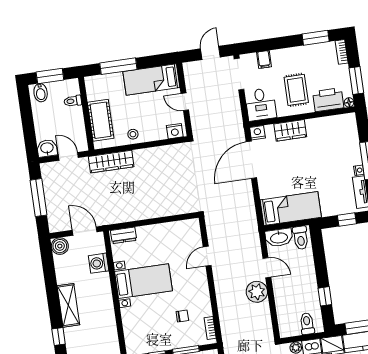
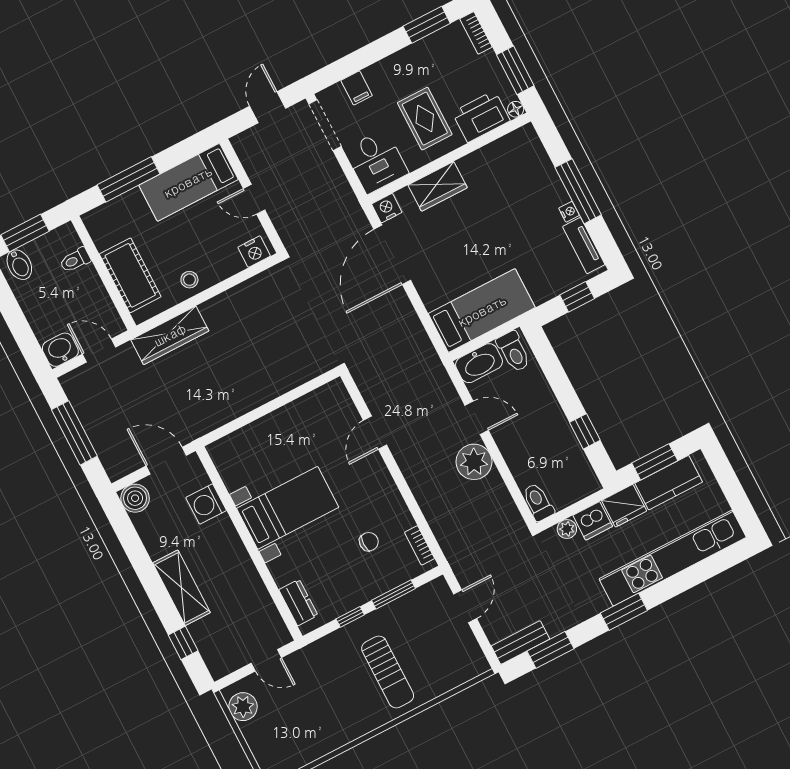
dresser: (124, 235) -> (298, 603), moved, turned -90
toilet: (307, 324) -> (538, 502), moved

